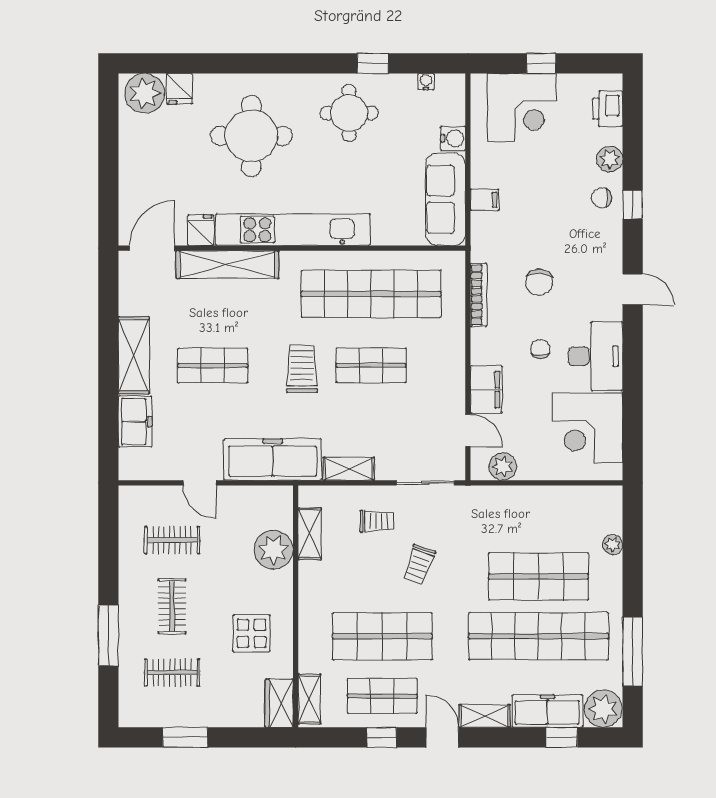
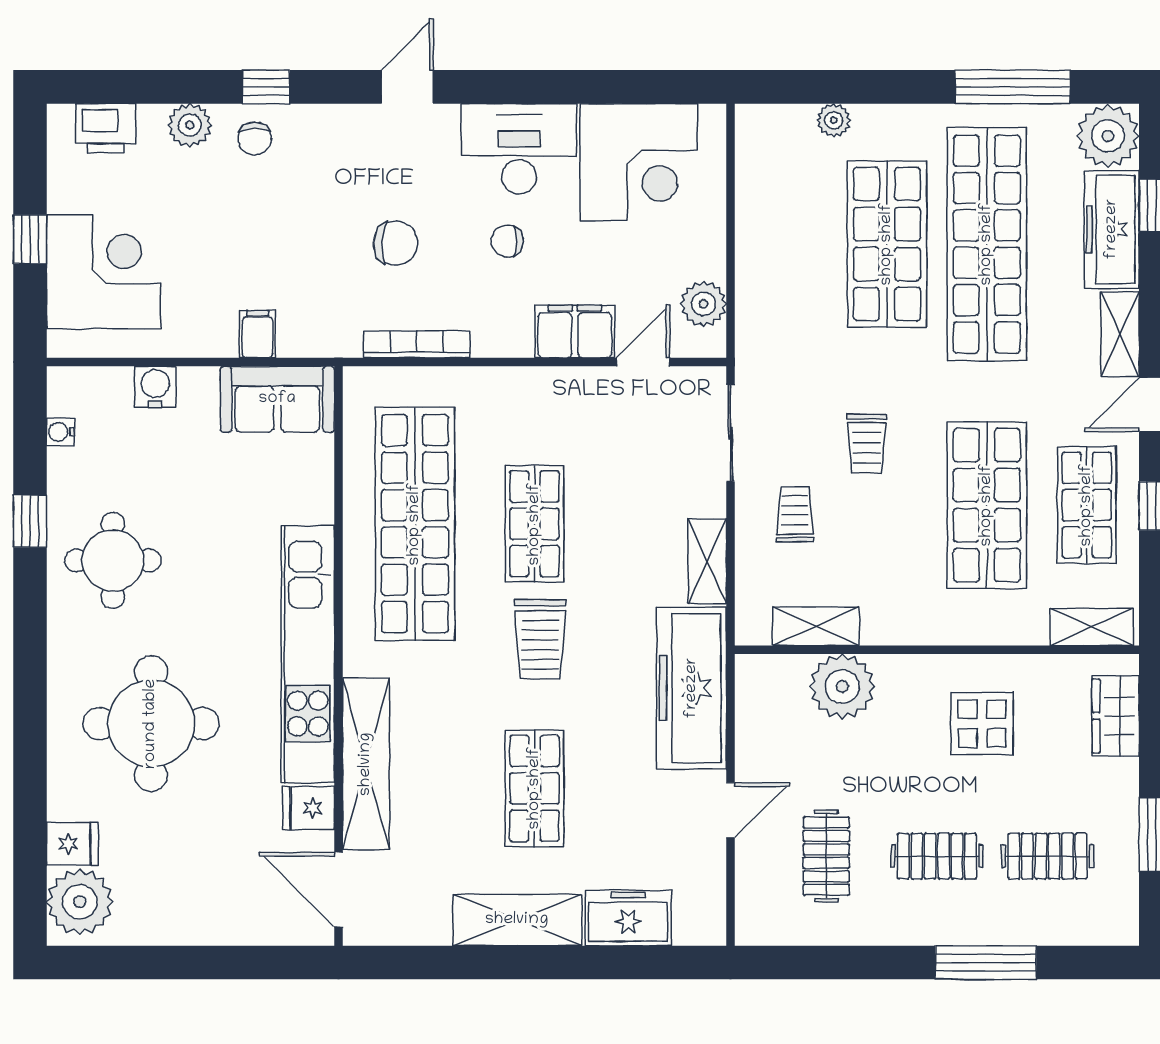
sofa: (446, 199) -> (277, 399), width x0.73
trolley: (302, 369) -> (540, 639), turned -90
trolley: (419, 564) -> (867, 444), turned 71
clothes rail: (172, 673) -> (1047, 856), turned 90
wardrobe: (279, 703) -> (1116, 716), moved, turned 90

